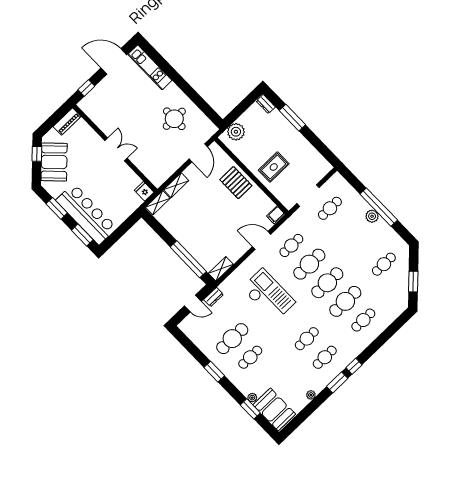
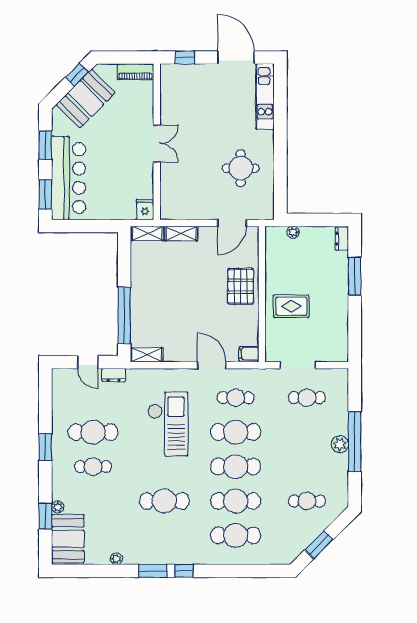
plant: (236, 132) -> (293, 232), width x0.53, depth x0.53
cafe table: (363, 320) -> (236, 535), width x1.37, depth x1.35
cafe table: (307, 339) -> (164, 501), width x1.37, depth x1.35
cafe table: (325, 357) -> (164, 535), removed

